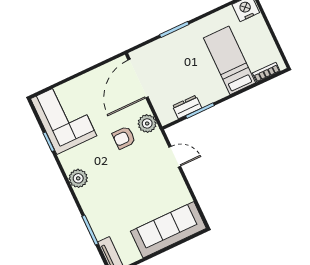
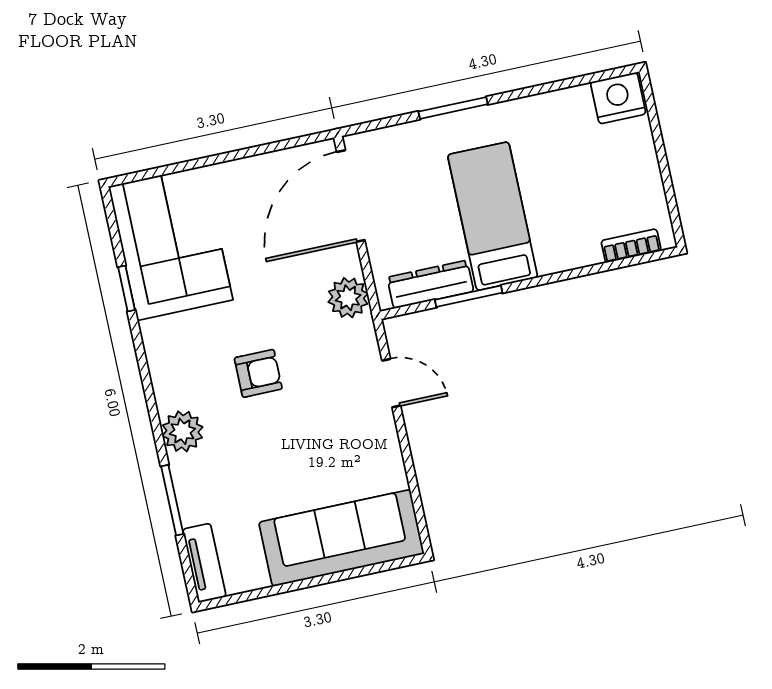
bed: (230, 60) -> (493, 216), moved
dresser: (187, 107) -> (430, 284), width x1.44
armchair: (124, 138) -> (258, 373), moved, turned 180
plant: (78, 178) -> (182, 431), moved

